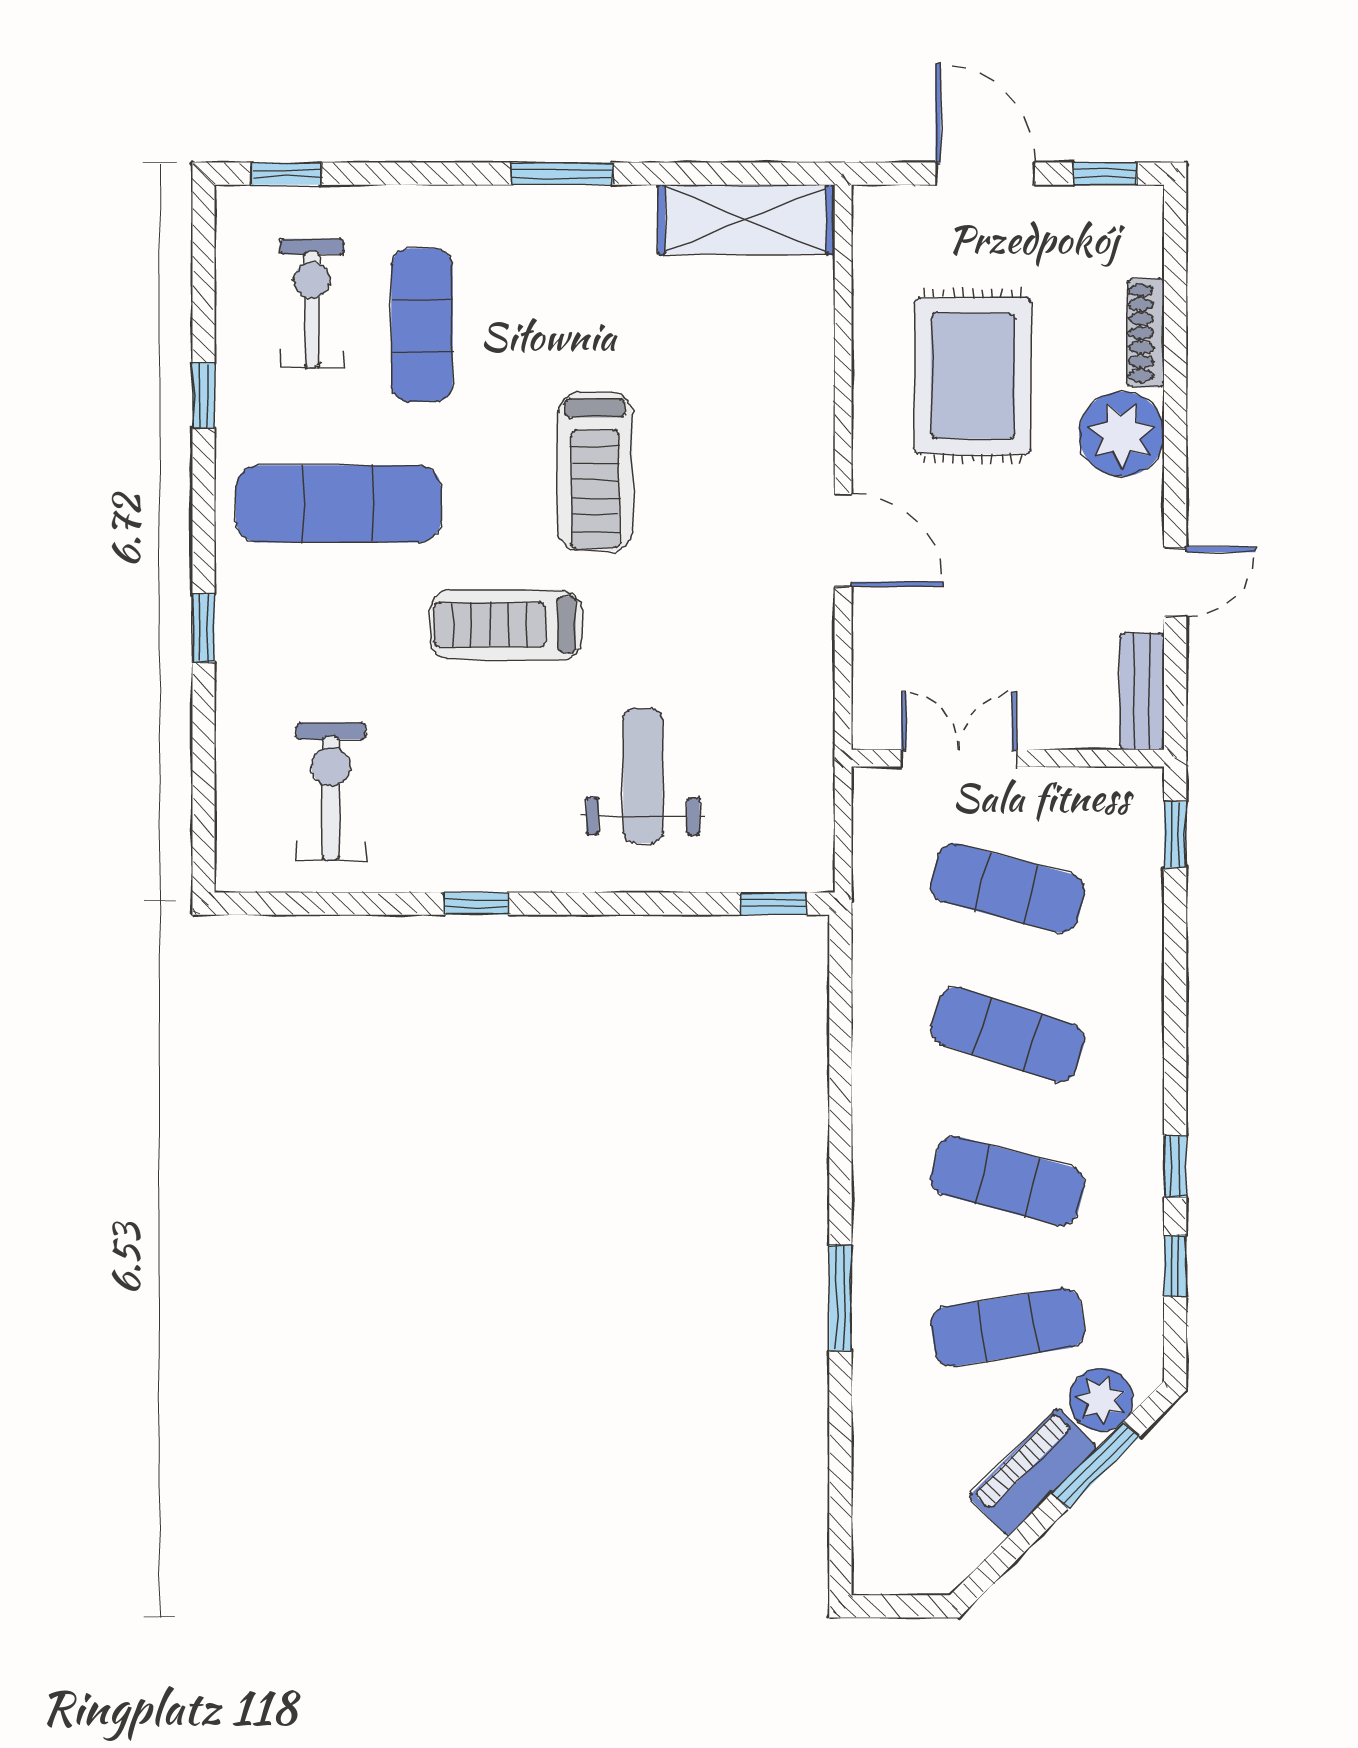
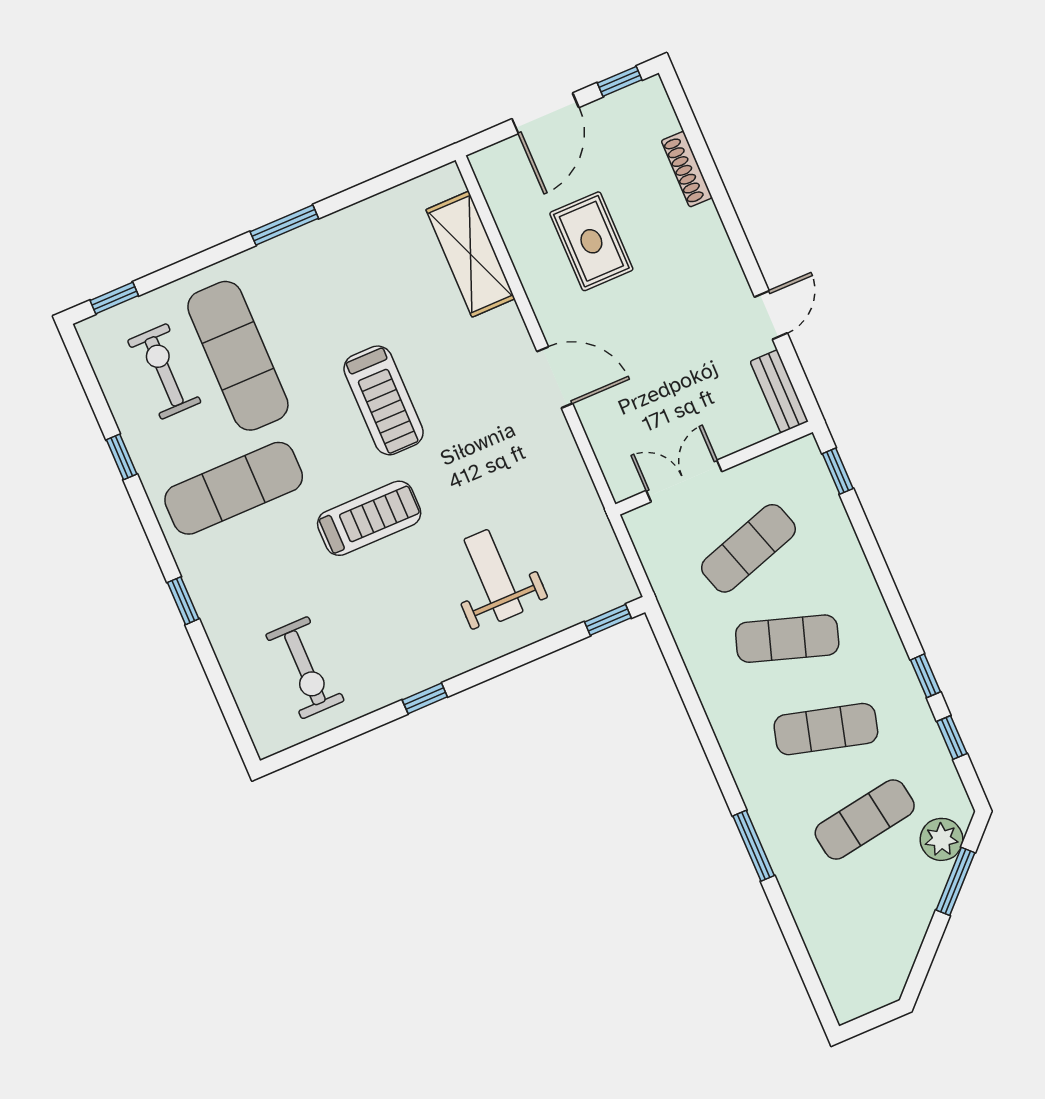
door: (985, 174) -> (545, 113), swing flipped
shelving: (746, 219) -> (470, 254), moved, turned 90
exercise mat: (422, 325) -> (238, 356), width x1.36, depth x1.45
rug: (973, 376) -> (591, 241), width x0.73, depth x0.70
plant: (1122, 434) -> (699, 238), removed
treadmill: (506, 625) -> (369, 518), turned 180
exercise bike: (331, 791) -> (305, 668), turned 180
exercise mat: (1008, 888) -> (748, 548), turned -33
piano: (1033, 1472) -> (919, 902), removed

